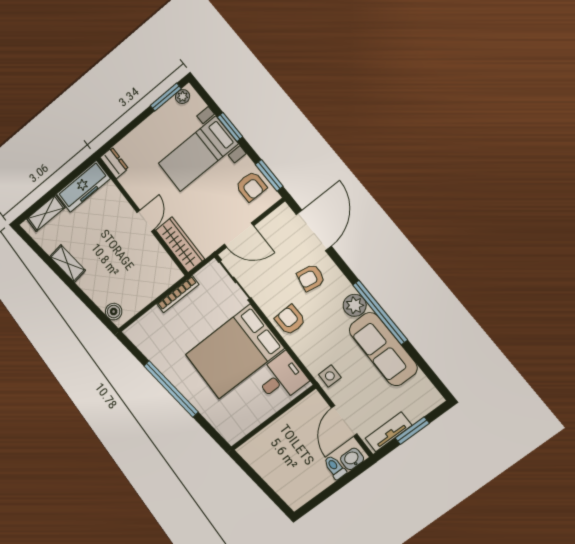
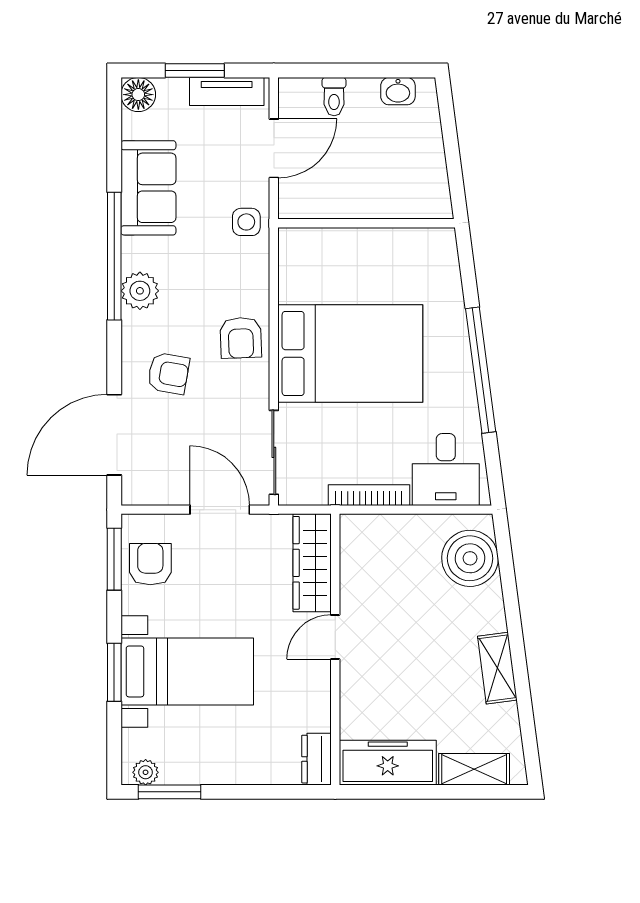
boiler: (114, 312) -> (470, 558), width x1.86, depth x1.86
sofa: (383, 349) -> (148, 188), width x0.73
desk: (281, 378) -> (446, 470), moved, turned -90
floor lamp: (431, 398) -> (138, 95), added
washbasin: (352, 459) -> (398, 91), moved

